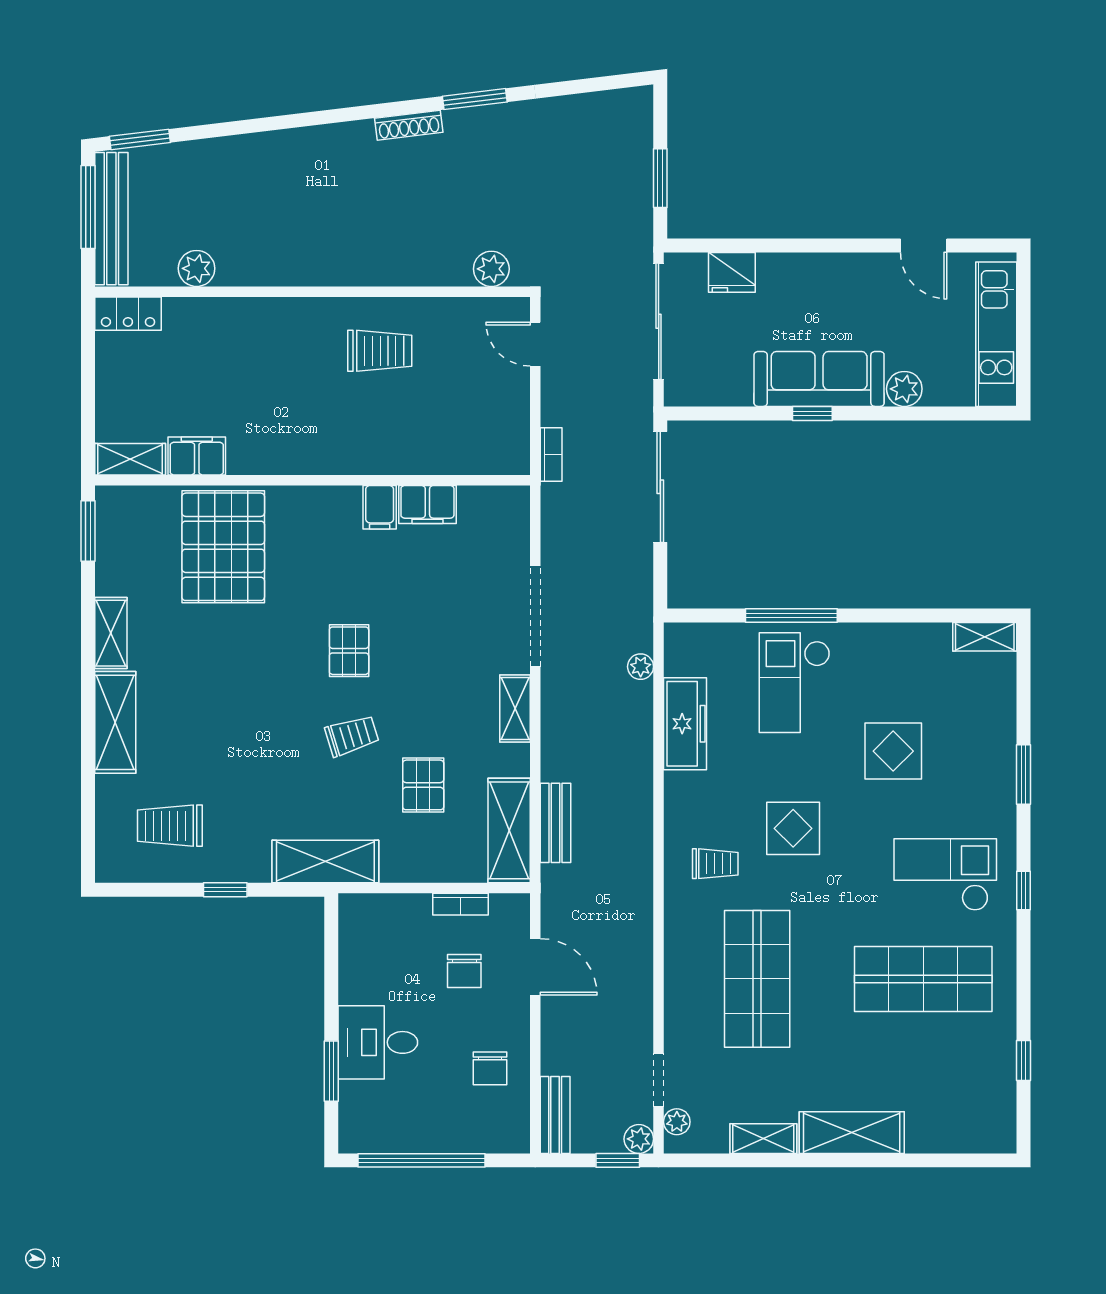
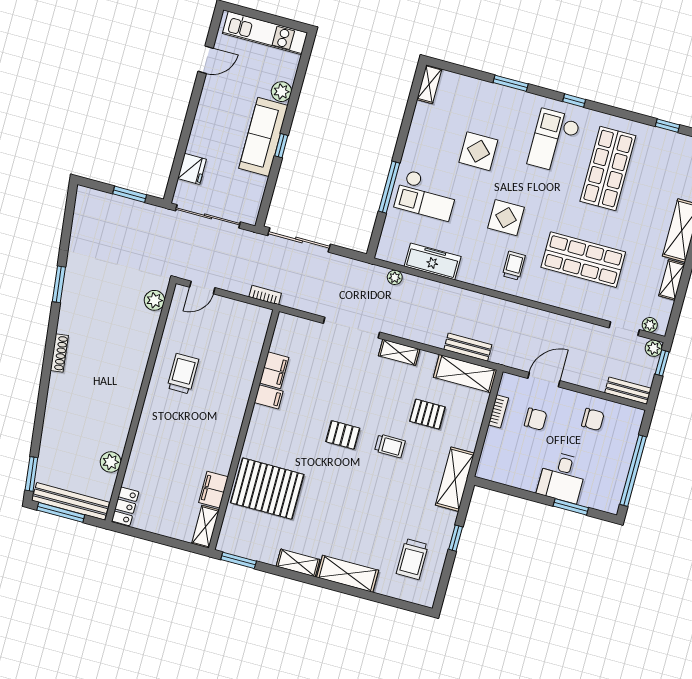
shoe rack: (409, 125) -> (59, 353), moved
trolley: (352, 736) -> (390, 446), turned 107

